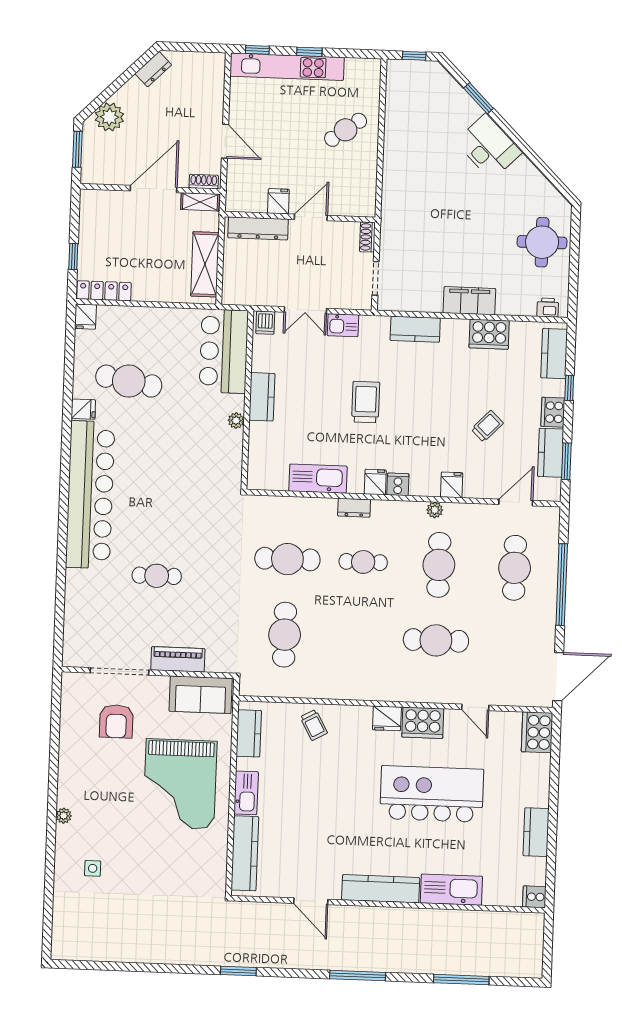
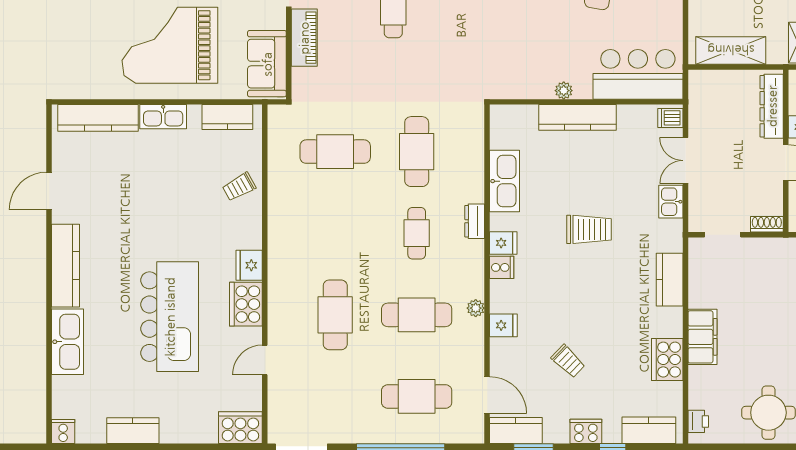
kitchen counter: (262, 397) -> (578, 117), width x1.50
kitchen counter: (551, 453) -> (516, 431), moved

